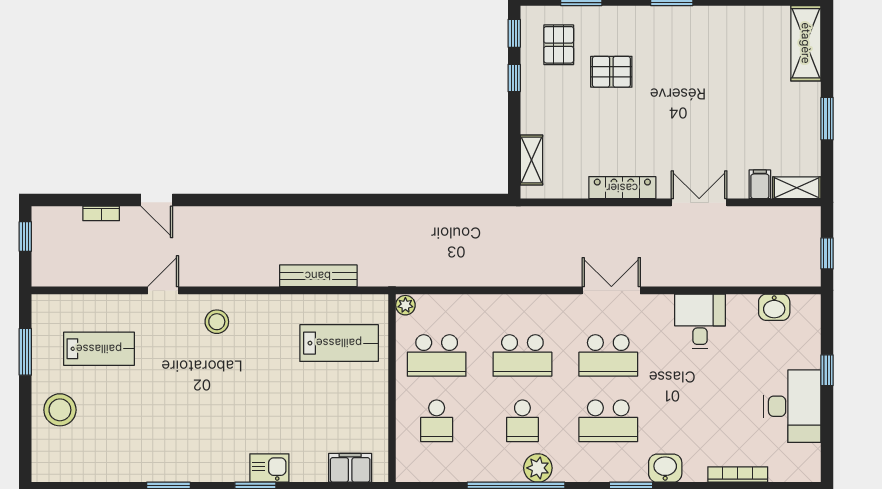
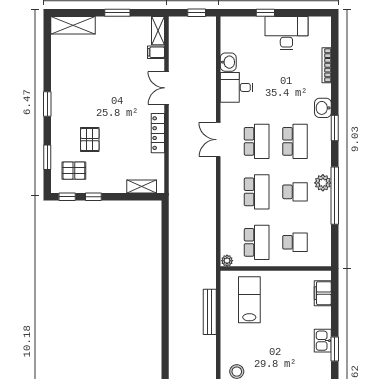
washbasin: (774, 307) -> (228, 62), moved

